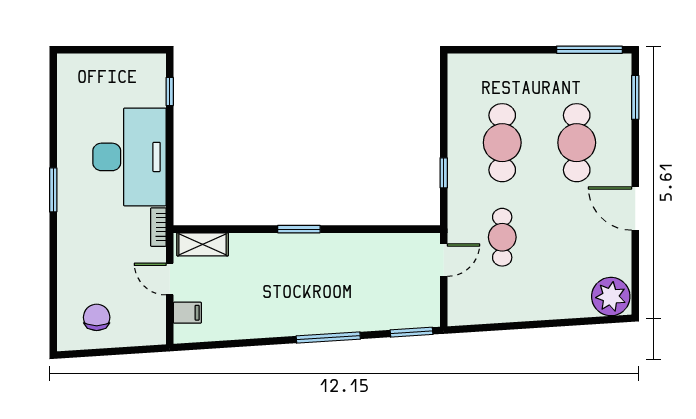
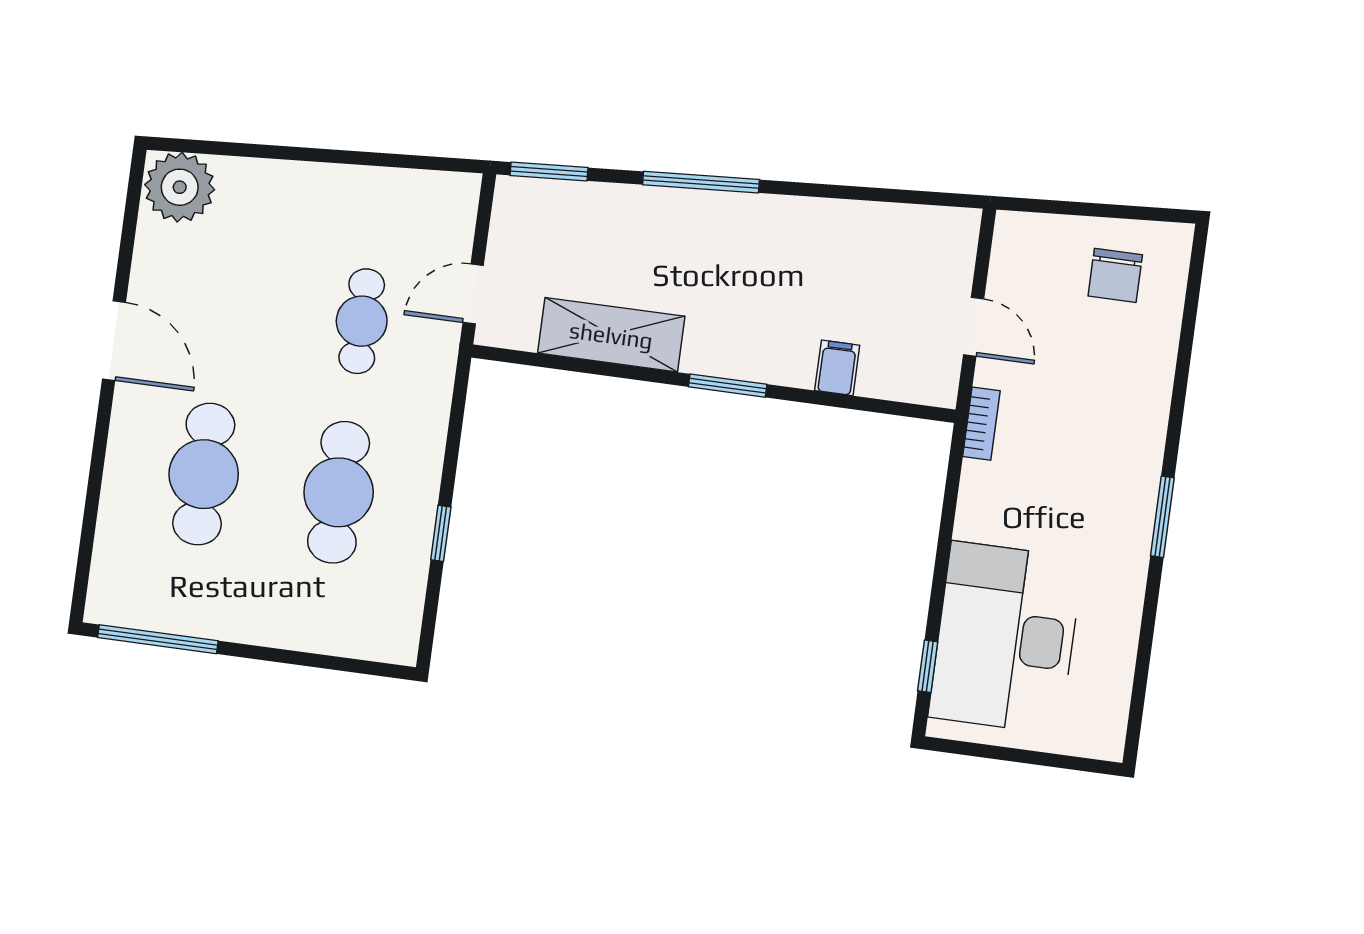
window: (635, 97) -> (87, 542), removed
desk: (129, 157) -> (1006, 638), moved
window: (444, 173) -> (441, 533), moved
shelving: (203, 244) -> (611, 335), moved, width x1.50, depth x1.33
filing cabinet: (187, 313) -> (837, 368), moved, turned 90

